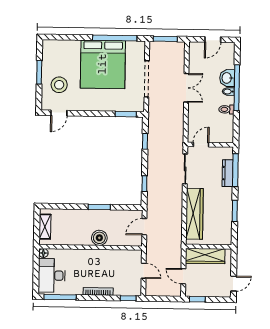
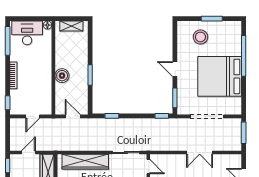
window: (115, 38) -> (244, 56), moved
door: (59, 113) -> (175, 69), moved
window: (145, 141) -> (162, 116), moved

